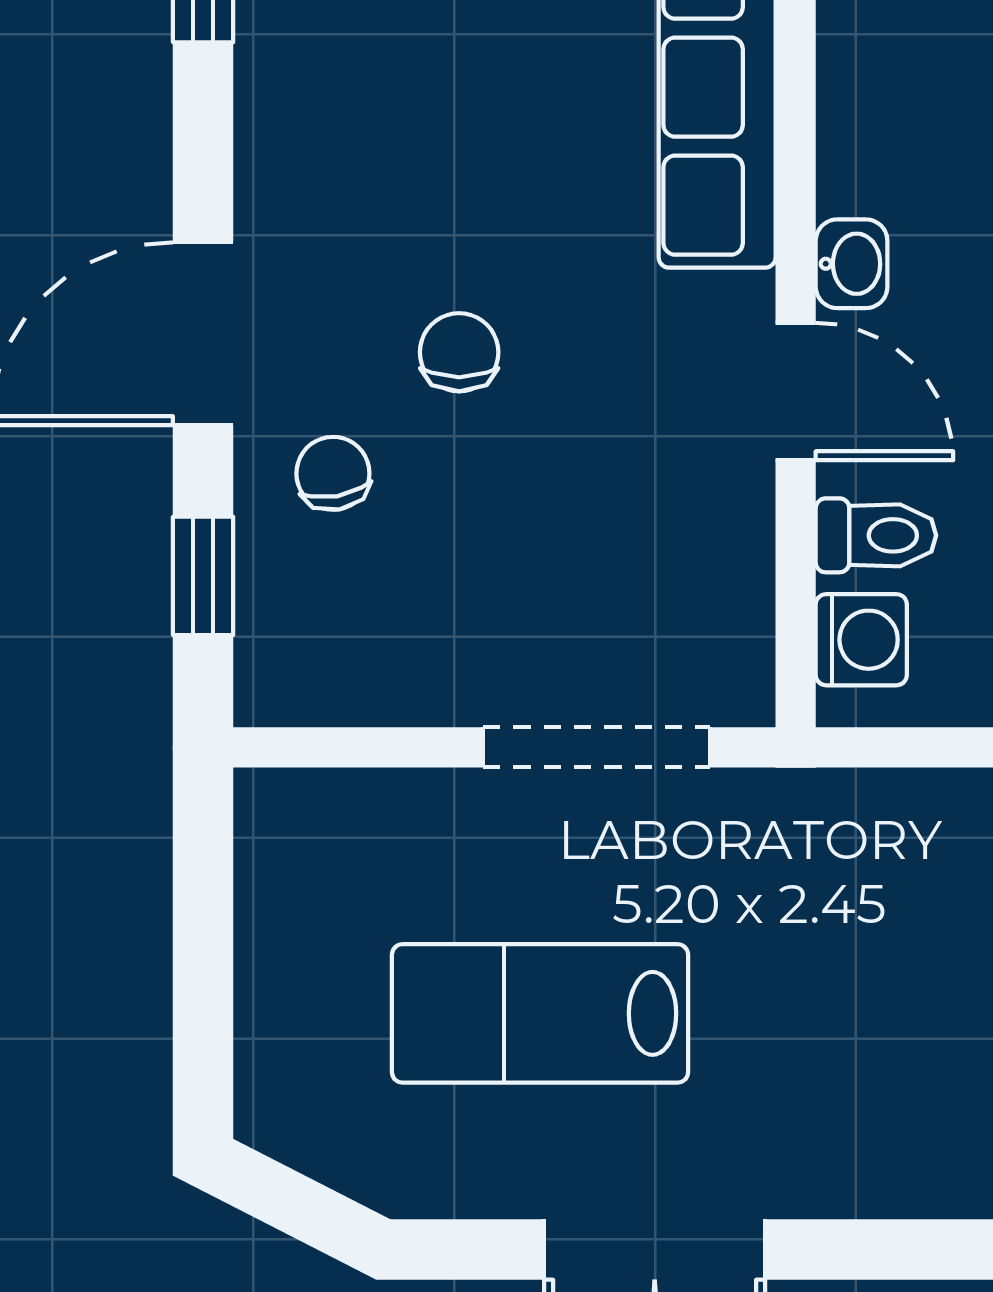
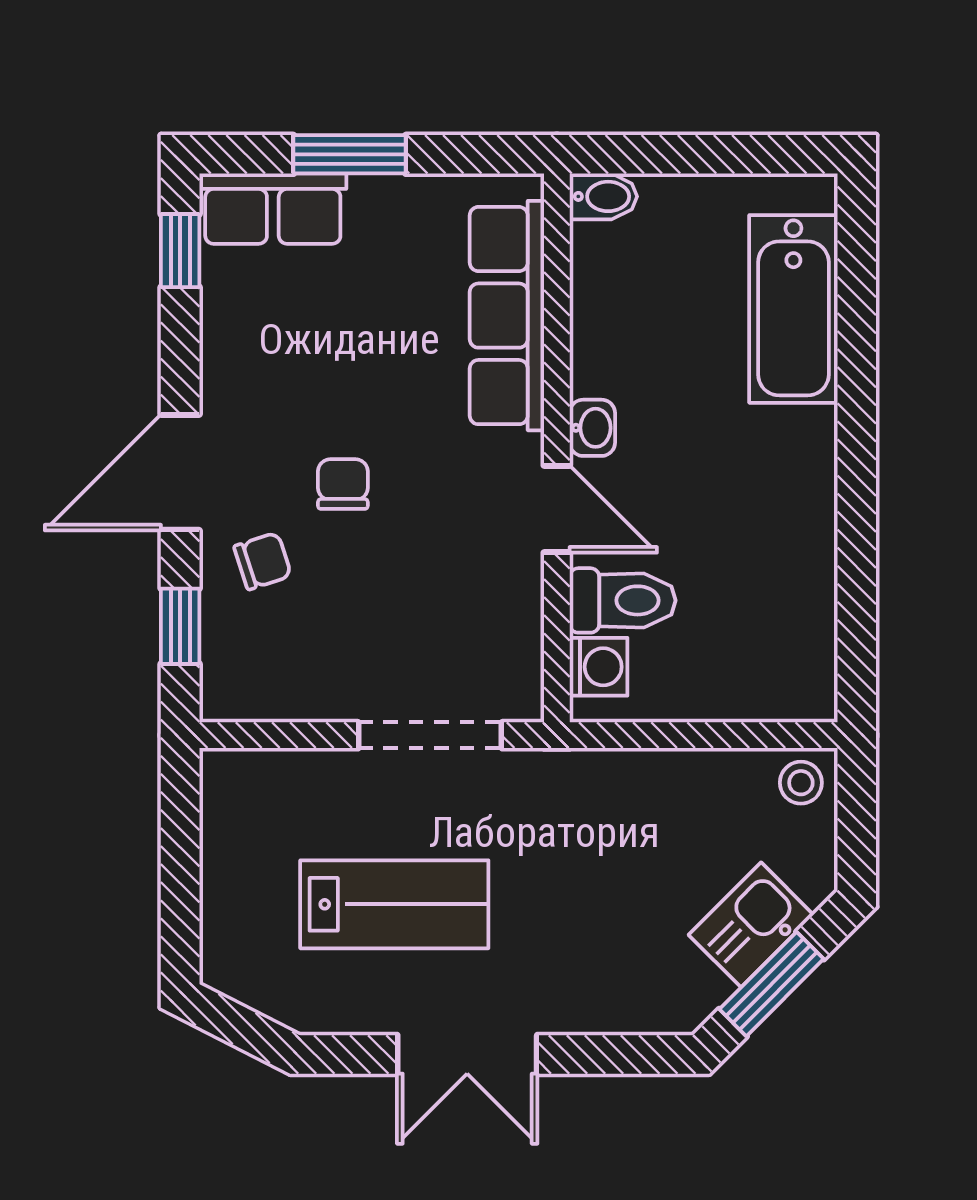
chair: (333, 473) -> (263, 561), turned 82
toilet: (876, 535) -> (623, 600), width x1.37, depth x1.39
lab bench: (540, 1013) -> (394, 904), turned 180

